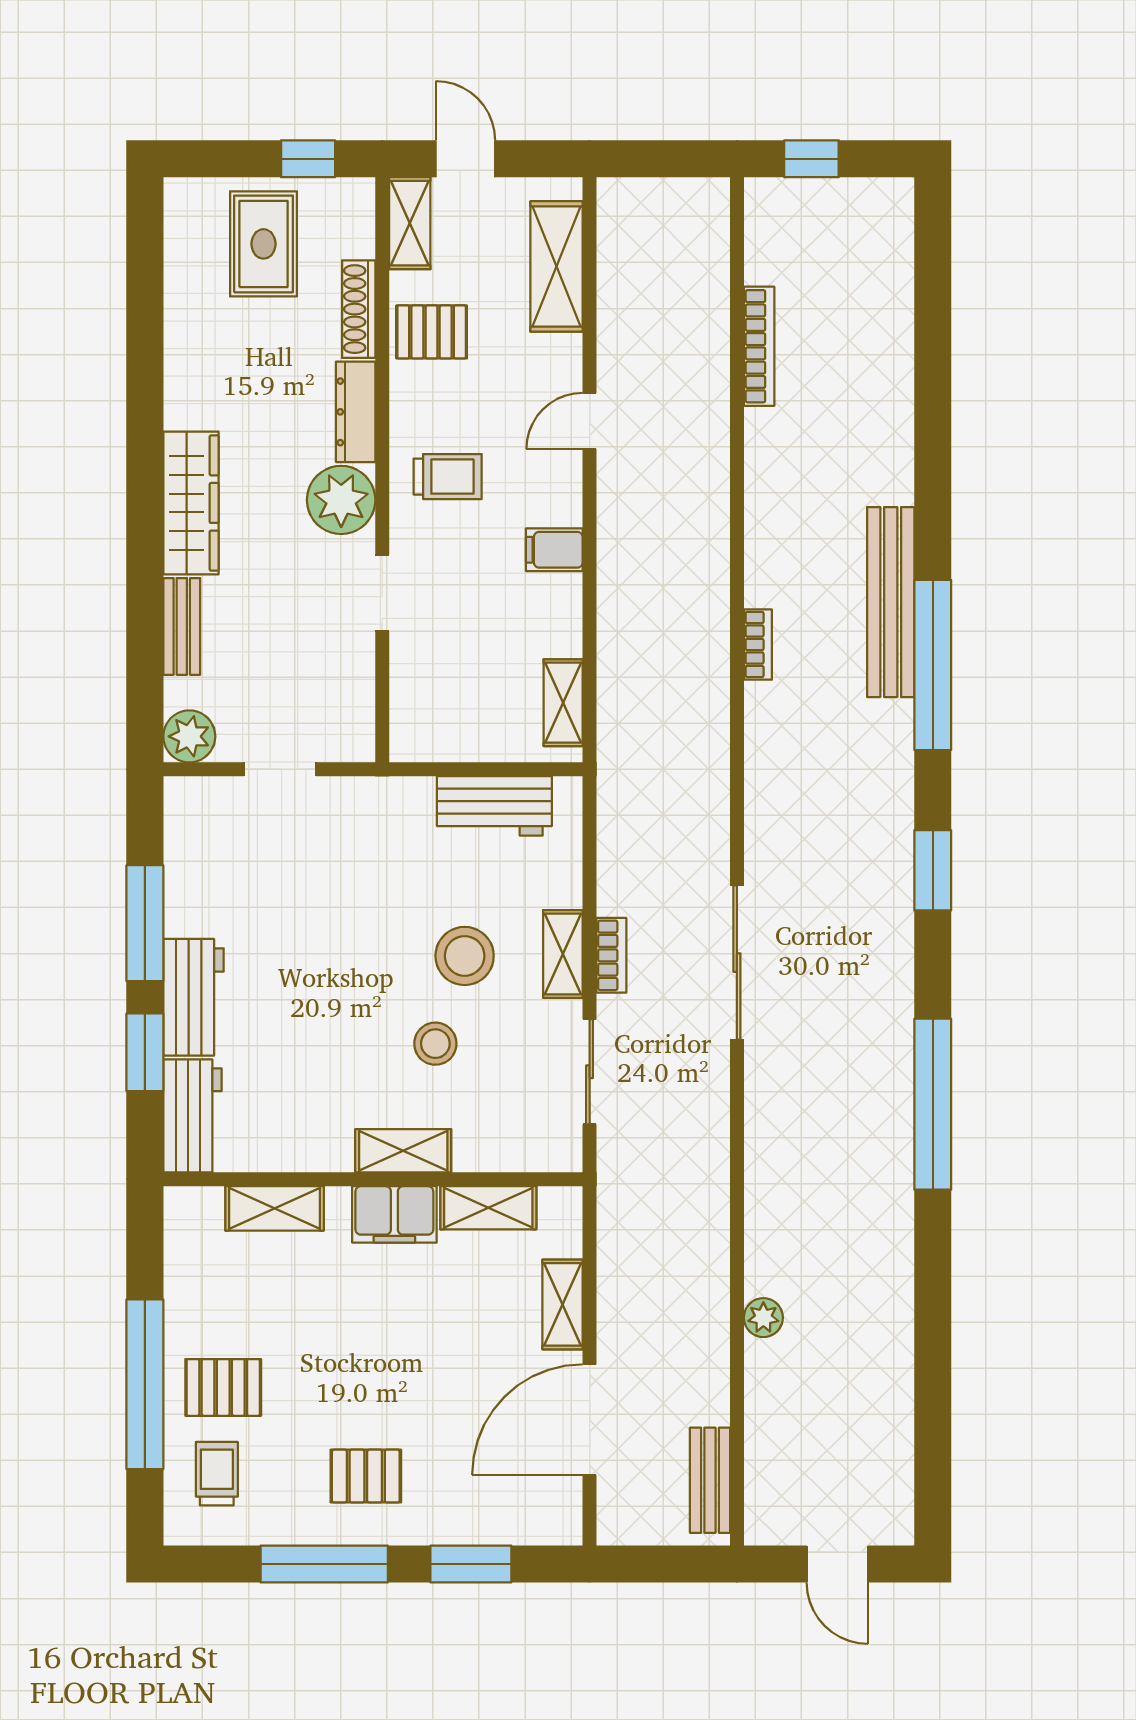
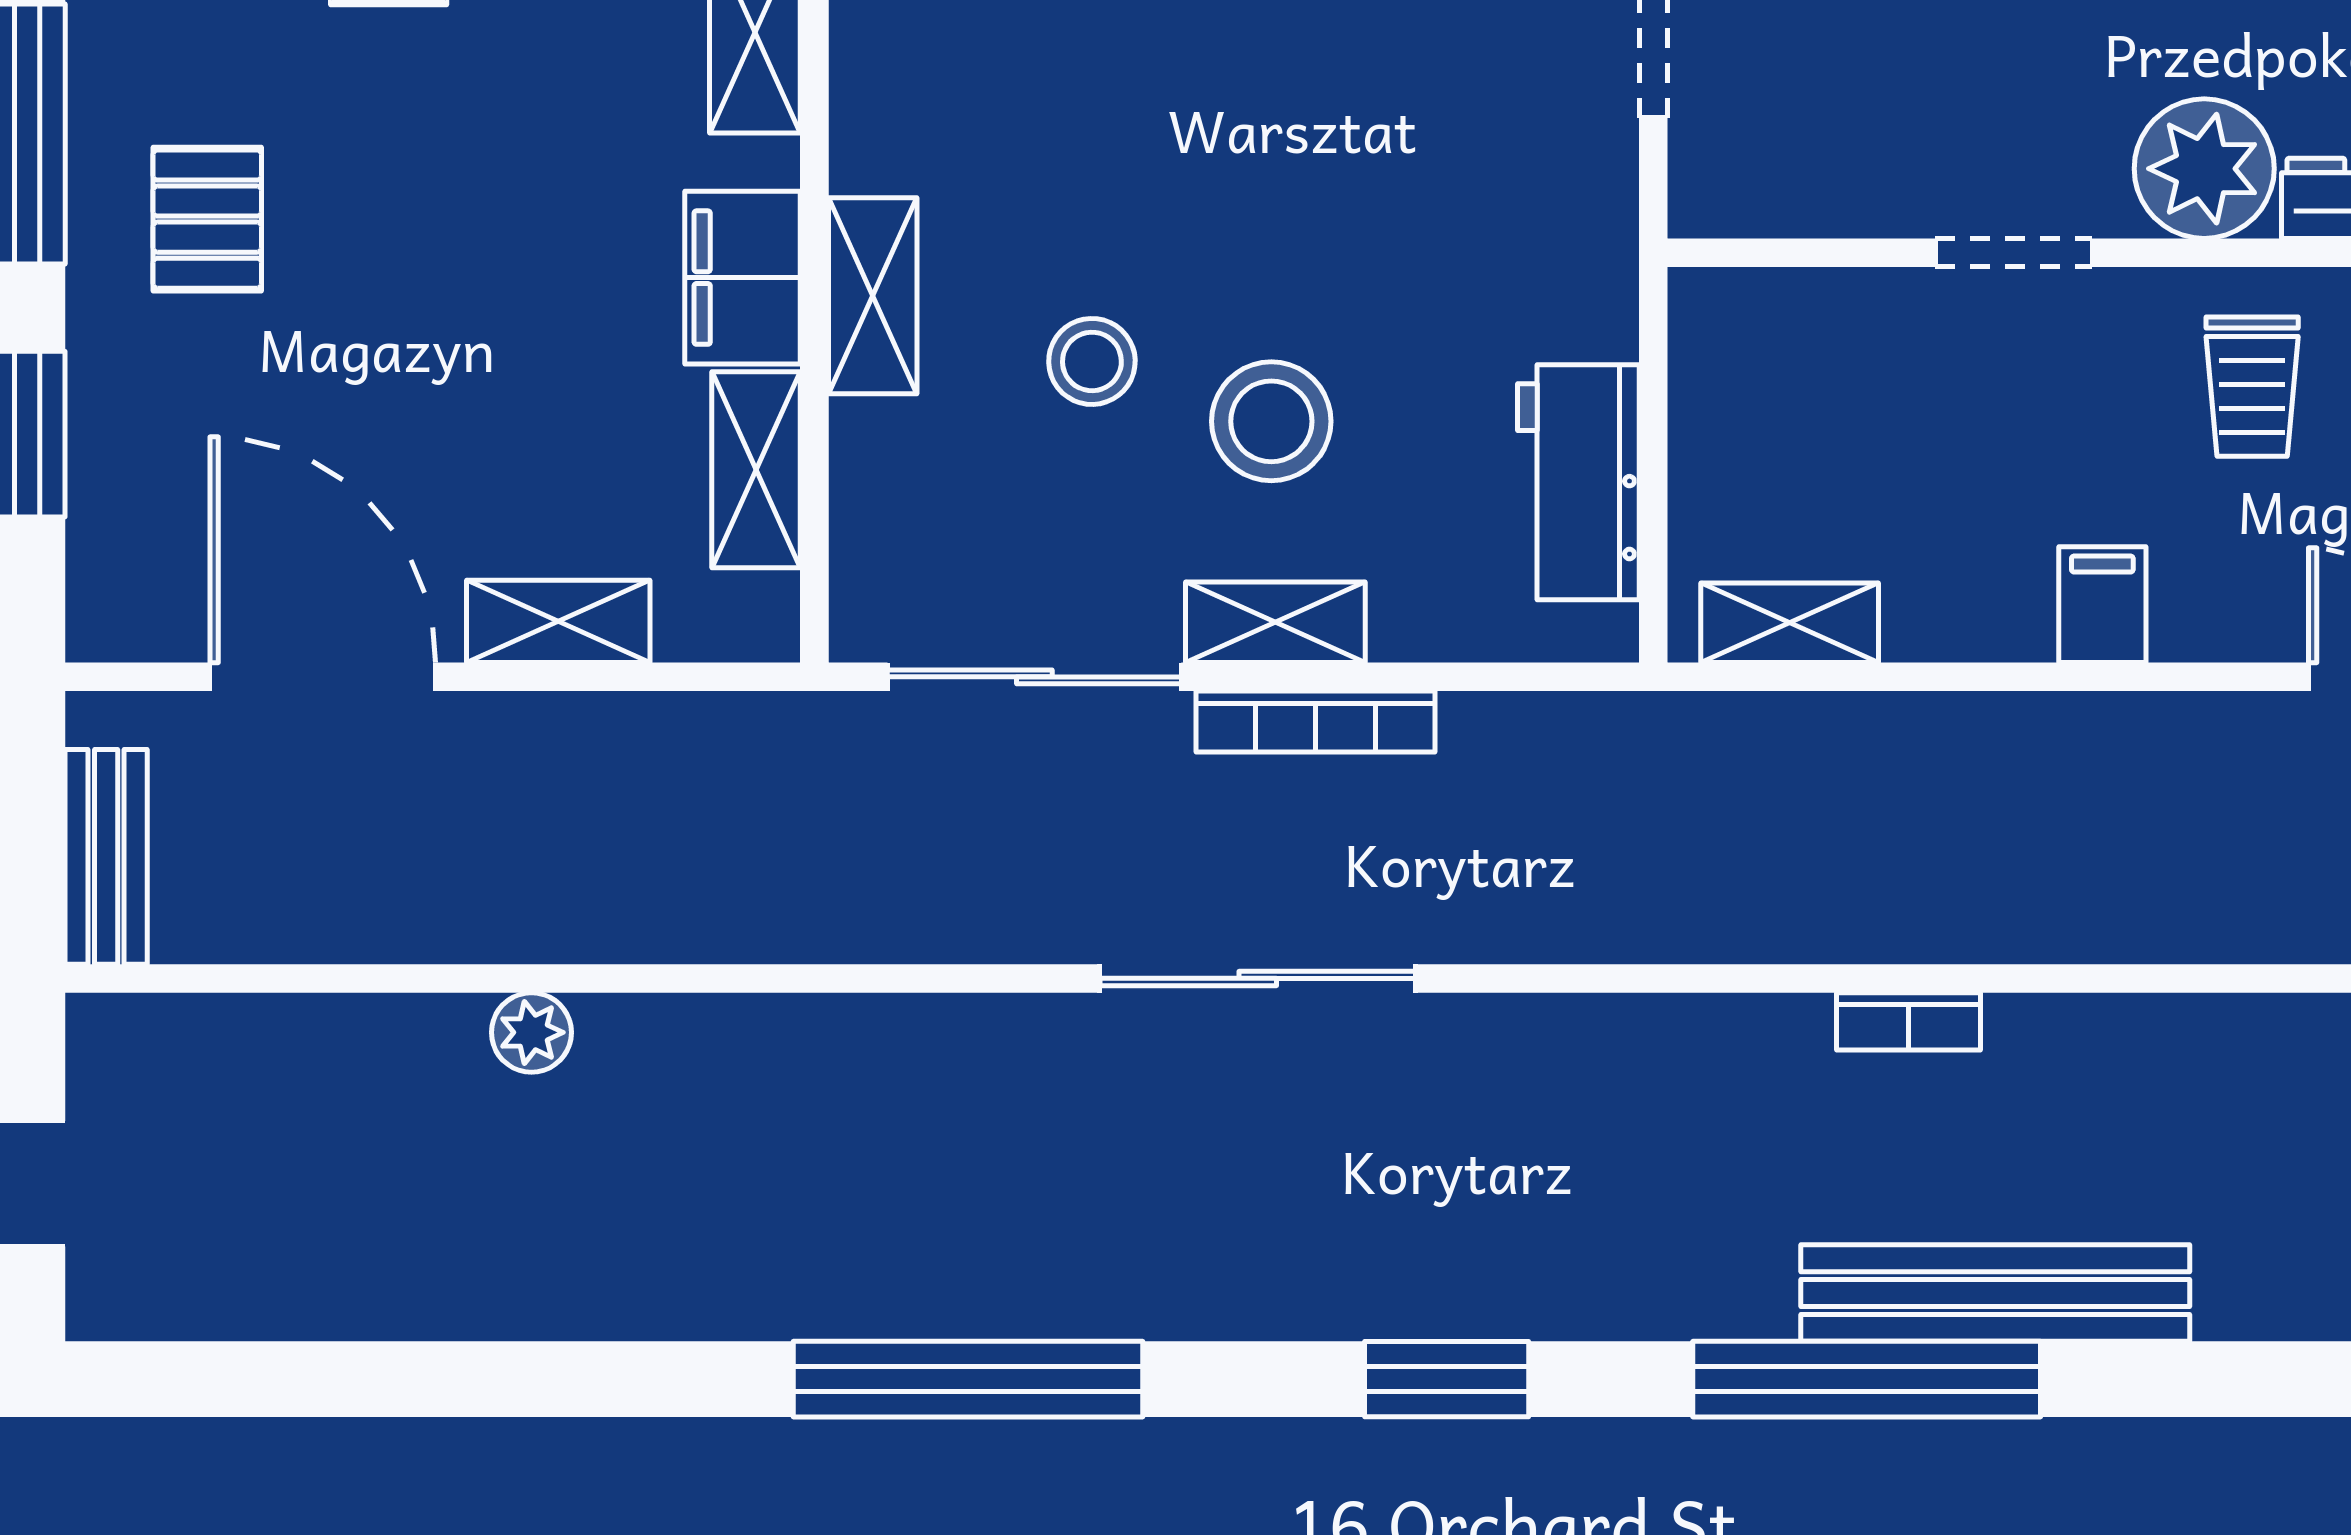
bookcase: (611, 955) -> (1316, 722), width x1.56
sliding door: (590, 1072) -> (1034, 677), width x1.37
bench: (710, 1480) -> (106, 857), moved, turned 90

